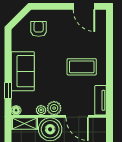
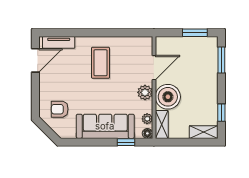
sofa: (23, 71) -> (105, 126), width x1.36
tv unit: (101, 100) -> (59, 42), moved
plant: (41, 110) -> (147, 119), moved

